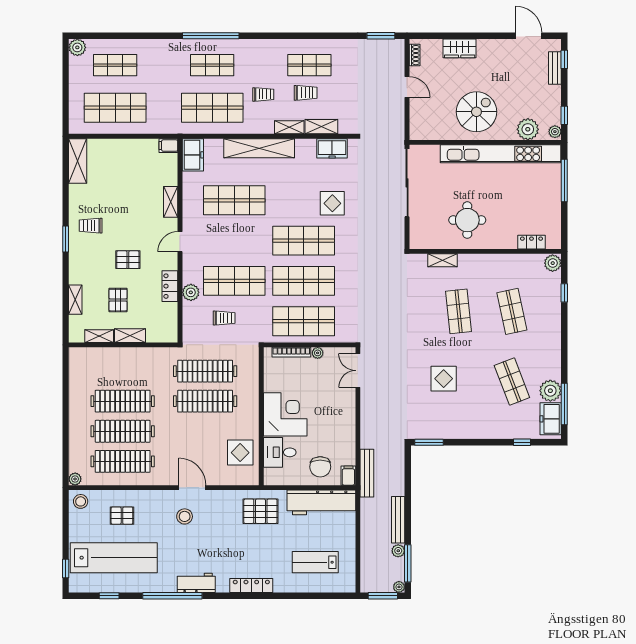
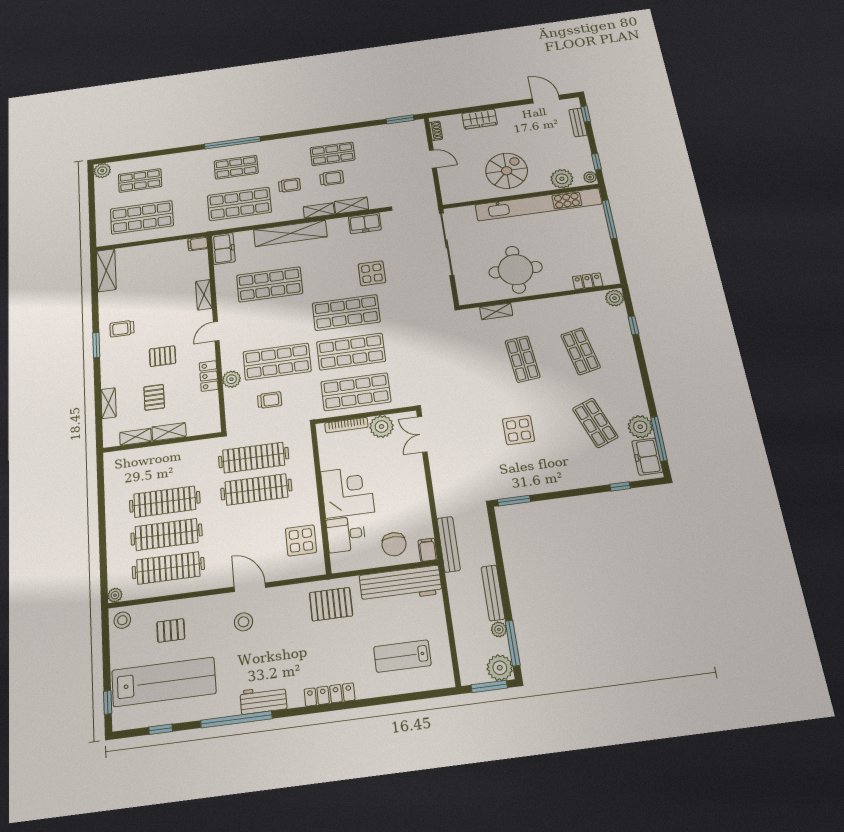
round table: (467, 220) -> (516, 270), width x1.36, depth x1.36
plant: (318, 353) -> (382, 427), width x1.88, depth x1.88
plant: (399, 587) -> (500, 668), width x1.88, depth x1.88

